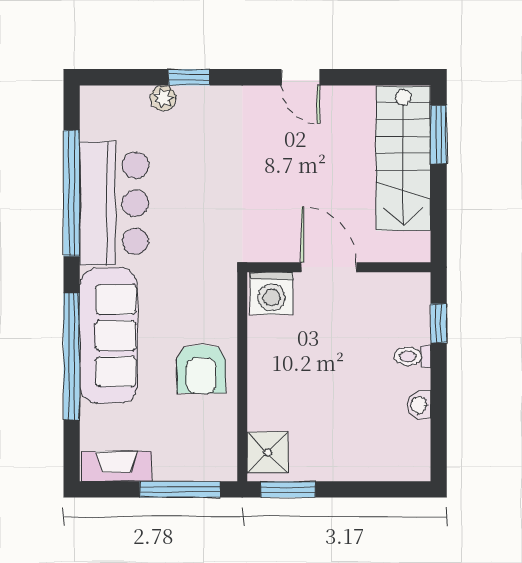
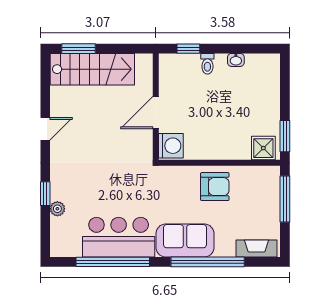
sofa: (108, 335) -> (185, 241), width x0.73
fireplace: (117, 466) -> (257, 249), moved, turned 90

